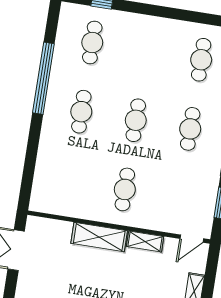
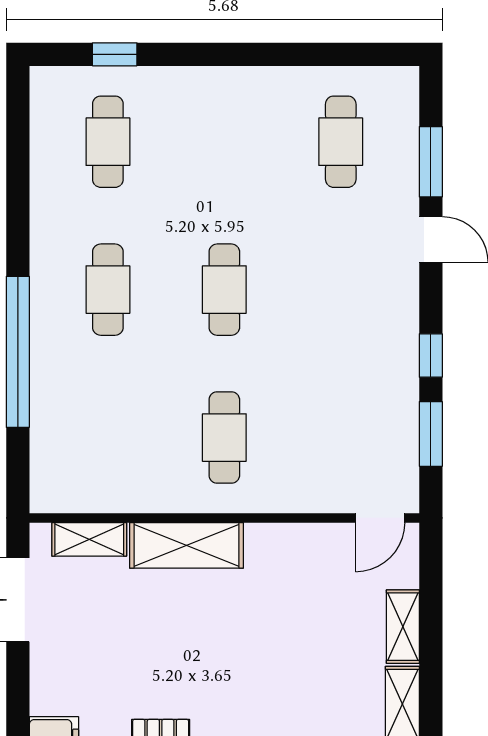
window: (43, 78) -> (18, 352), moved
cafe table: (190, 129) -> (341, 290), removed
shelving: (145, 241) -> (89, 539), moved

